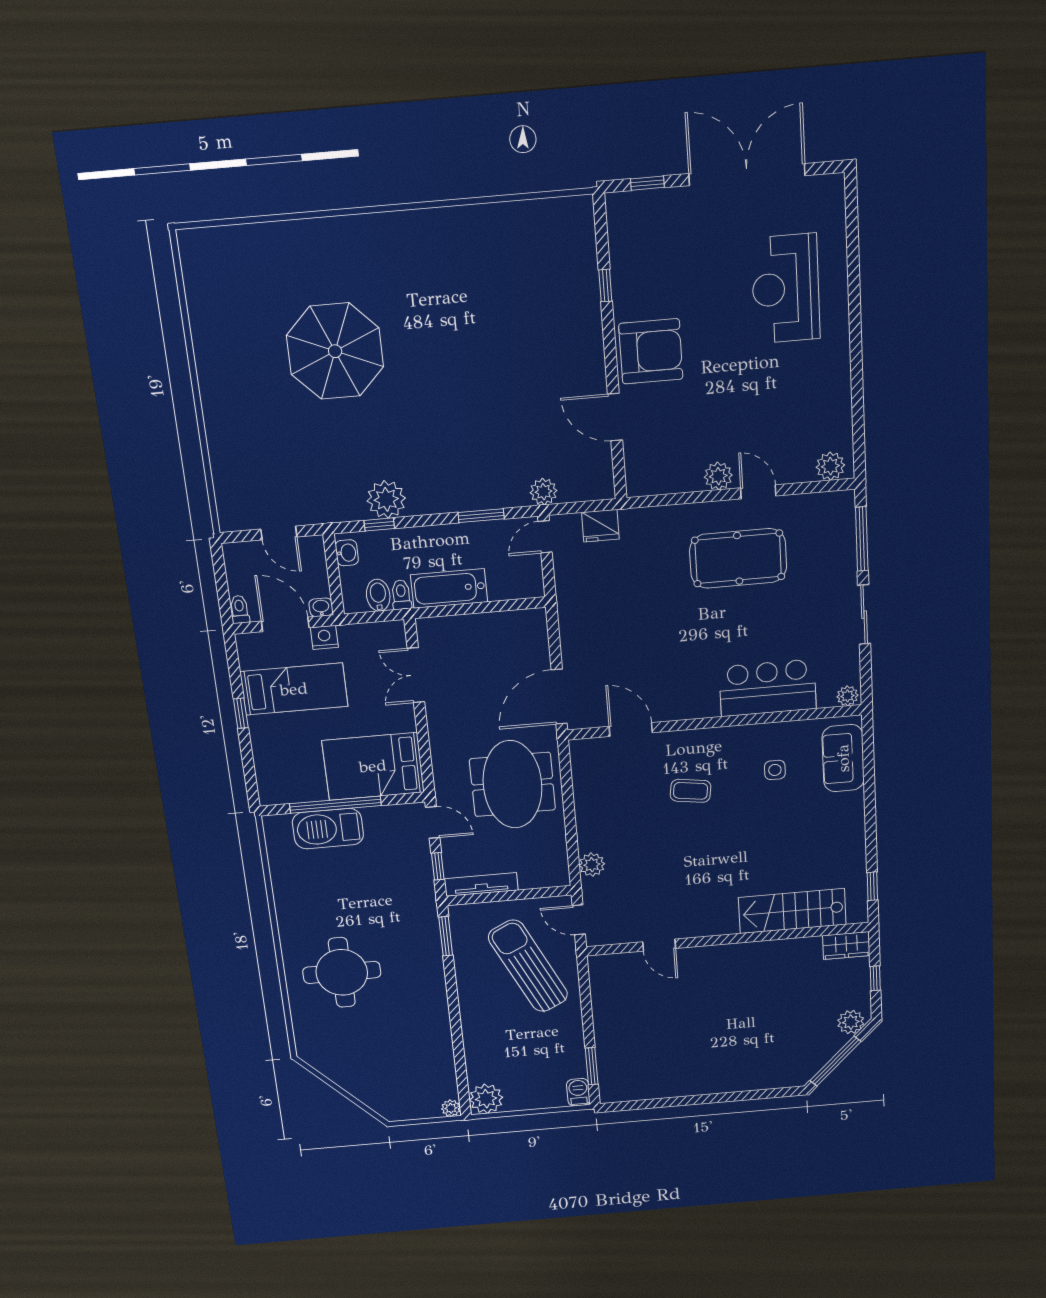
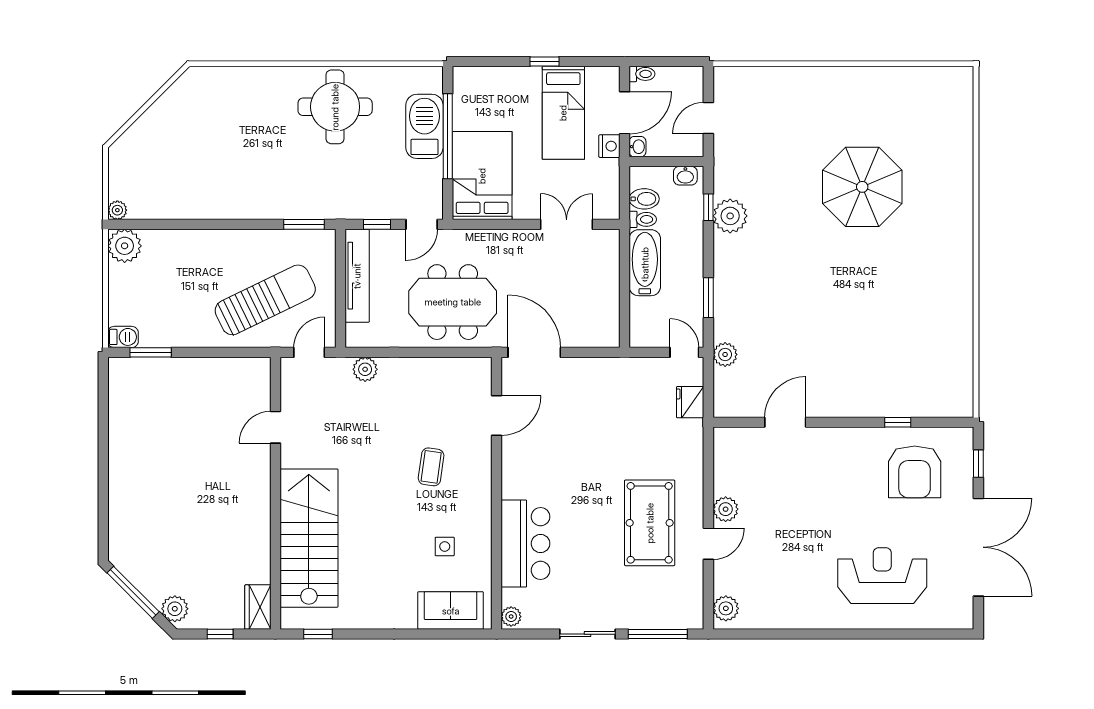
armchair: (651, 351) -> (915, 472), moved
tv unit: (481, 884) -> (357, 276), width x1.36, depth x1.29
stairs: (792, 911) -> (309, 538), width x1.36, depth x1.51
round table: (342, 972) -> (335, 107), moved

